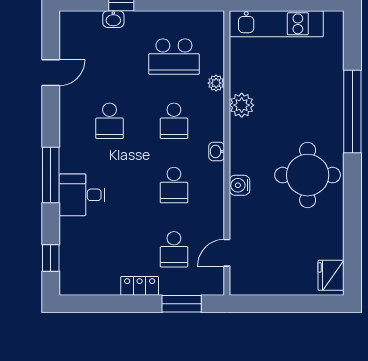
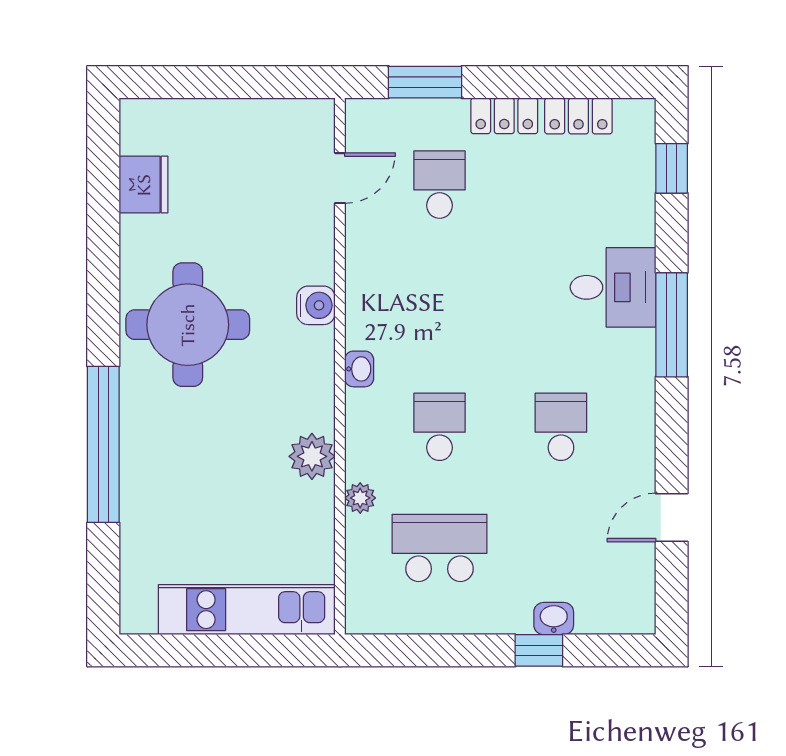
school desk: (174, 185) -> (440, 306), removed
fridge: (331, 275) -> (144, 185), moved
locker: (100, 286) -> (578, 116), added

